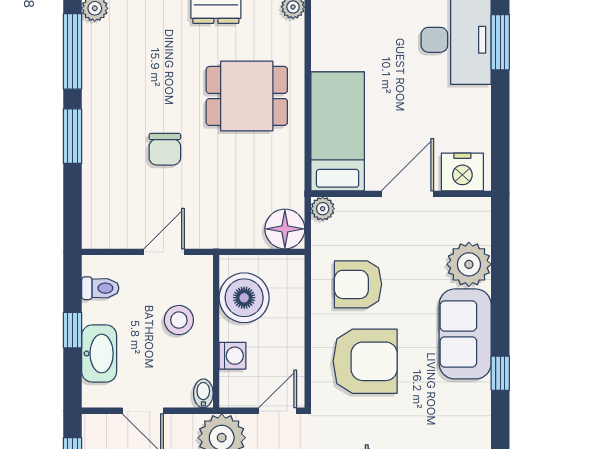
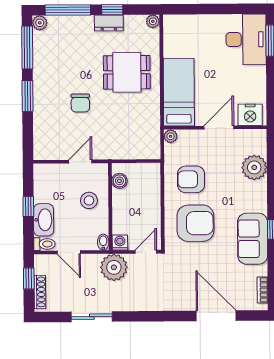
floor lamp: (285, 229) -> (149, 148), removed
toilet: (100, 288) -> (44, 244), moved
boiler: (244, 298) -> (119, 181), width x0.54, depth x0.54
sofa: (465, 334) -> (253, 239), moved
washing machine: (233, 356) -> (120, 243), moved, turned -90

